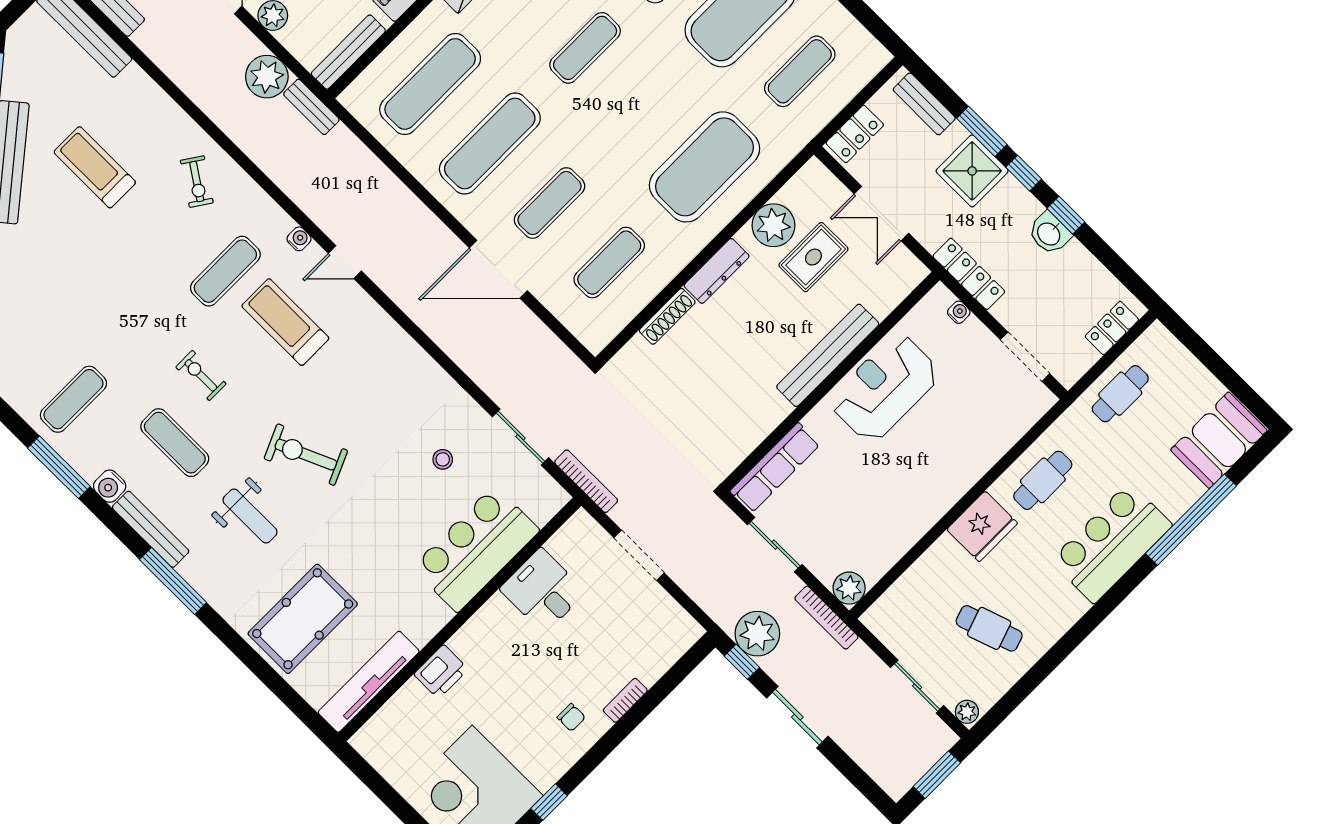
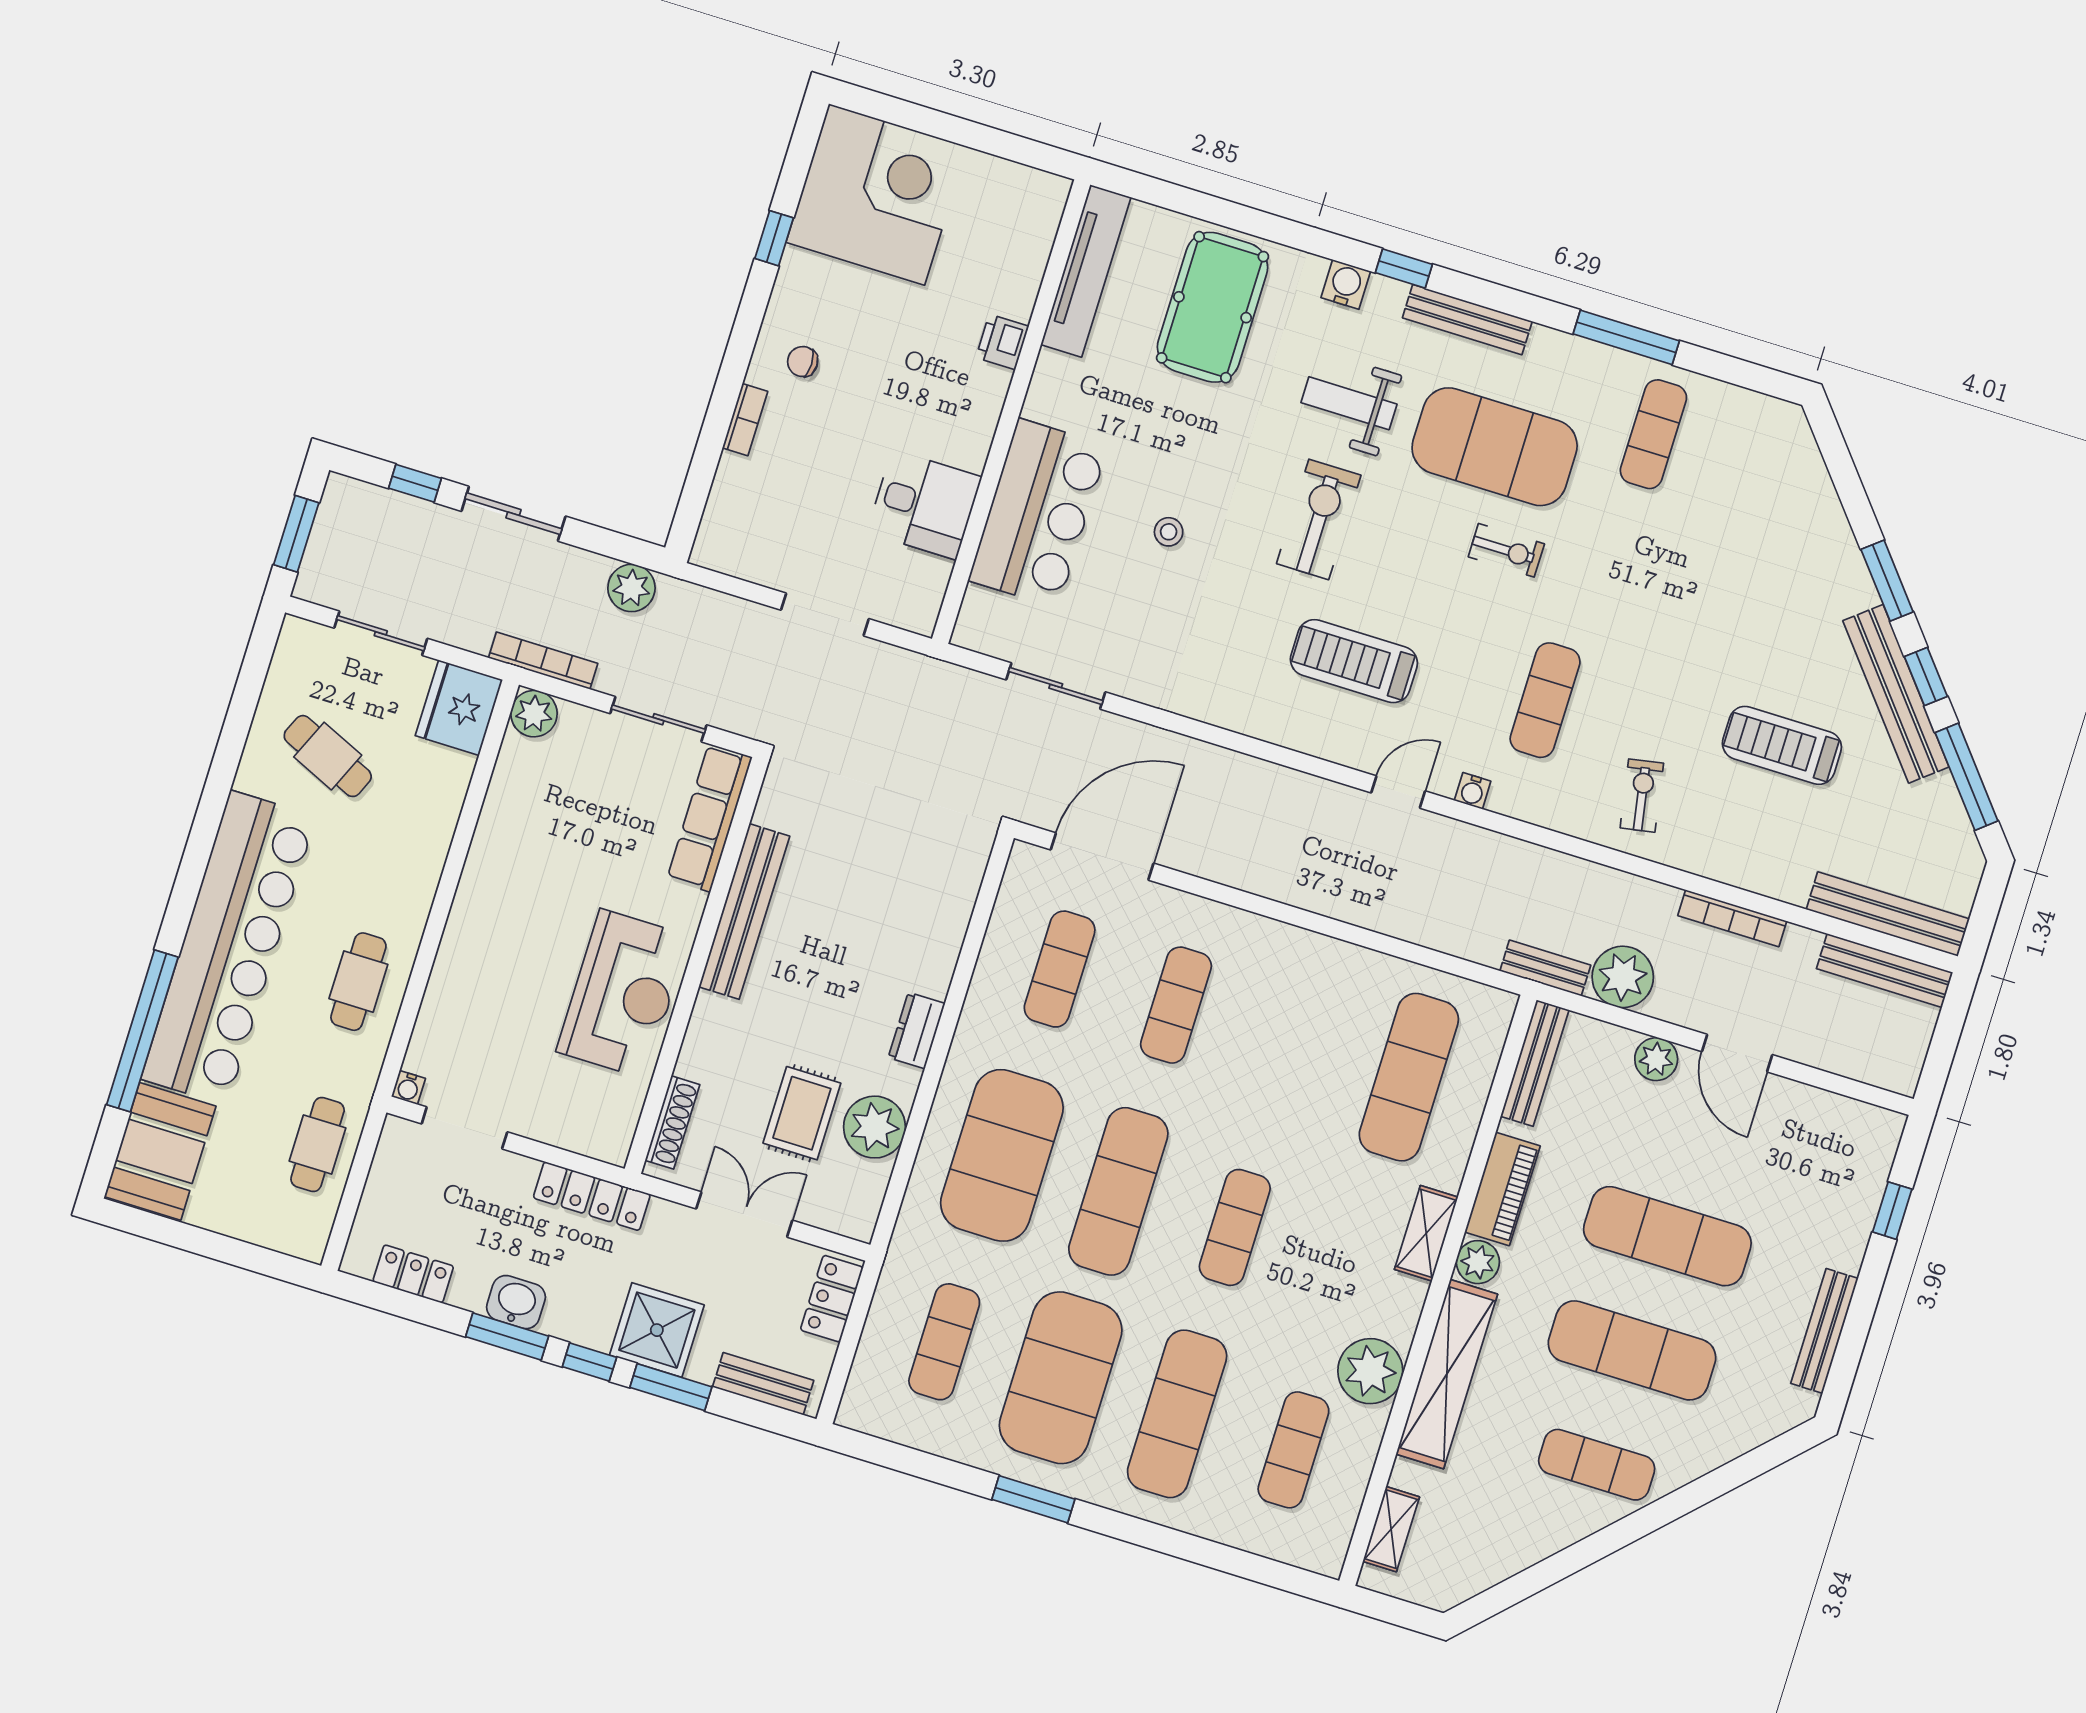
exercise mat: (490, 144) -> (1118, 1191), moved
treadmill: (95, 167) -> (1782, 745), turned 180
exercise bike: (197, 182) -> (1642, 796), turned 46
window: (1066, 215) -> (507, 1336), width x1.50
door: (498, 269) -> (1102, 857), moved
dresser: (717, 271) -> (917, 1030), width x0.70
water cooler: (959, 312) -> (408, 1087), moved
shoe rack: (667, 316) -> (672, 1122), moved, turned 180
treadmill: (285, 322) -> (1354, 661), moved, turned 180
locker: (1112, 328) -> (413, 1274), moved, turned -90
bench: (828, 355) -> (744, 911), moved
exercise mat: (175, 443) -> (1495, 447), width x2.00, depth x1.45
exercise bike: (306, 455) -> (1319, 519), turned -66
stool: (443, 459) -> (1169, 532), moved
bookcase: (586, 481) -> (1732, 918), moved
water cooler: (110, 486) -> (1346, 284), moved
fridge: (982, 526) -> (459, 708), moved
bar counter: (1111, 543) -> (229, 948), width x1.86
window: (173, 581) -> (1404, 269), width x0.46
cafe table: (989, 628) -> (328, 756), turned 43
plant: (757, 634) -> (631, 588), width x0.73, depth x0.73
window: (742, 662) -> (415, 483), moved
printer: (441, 672) -> (1002, 342), width x0.73, depth x0.81
plant: (967, 712) -> (300, 634), removed

